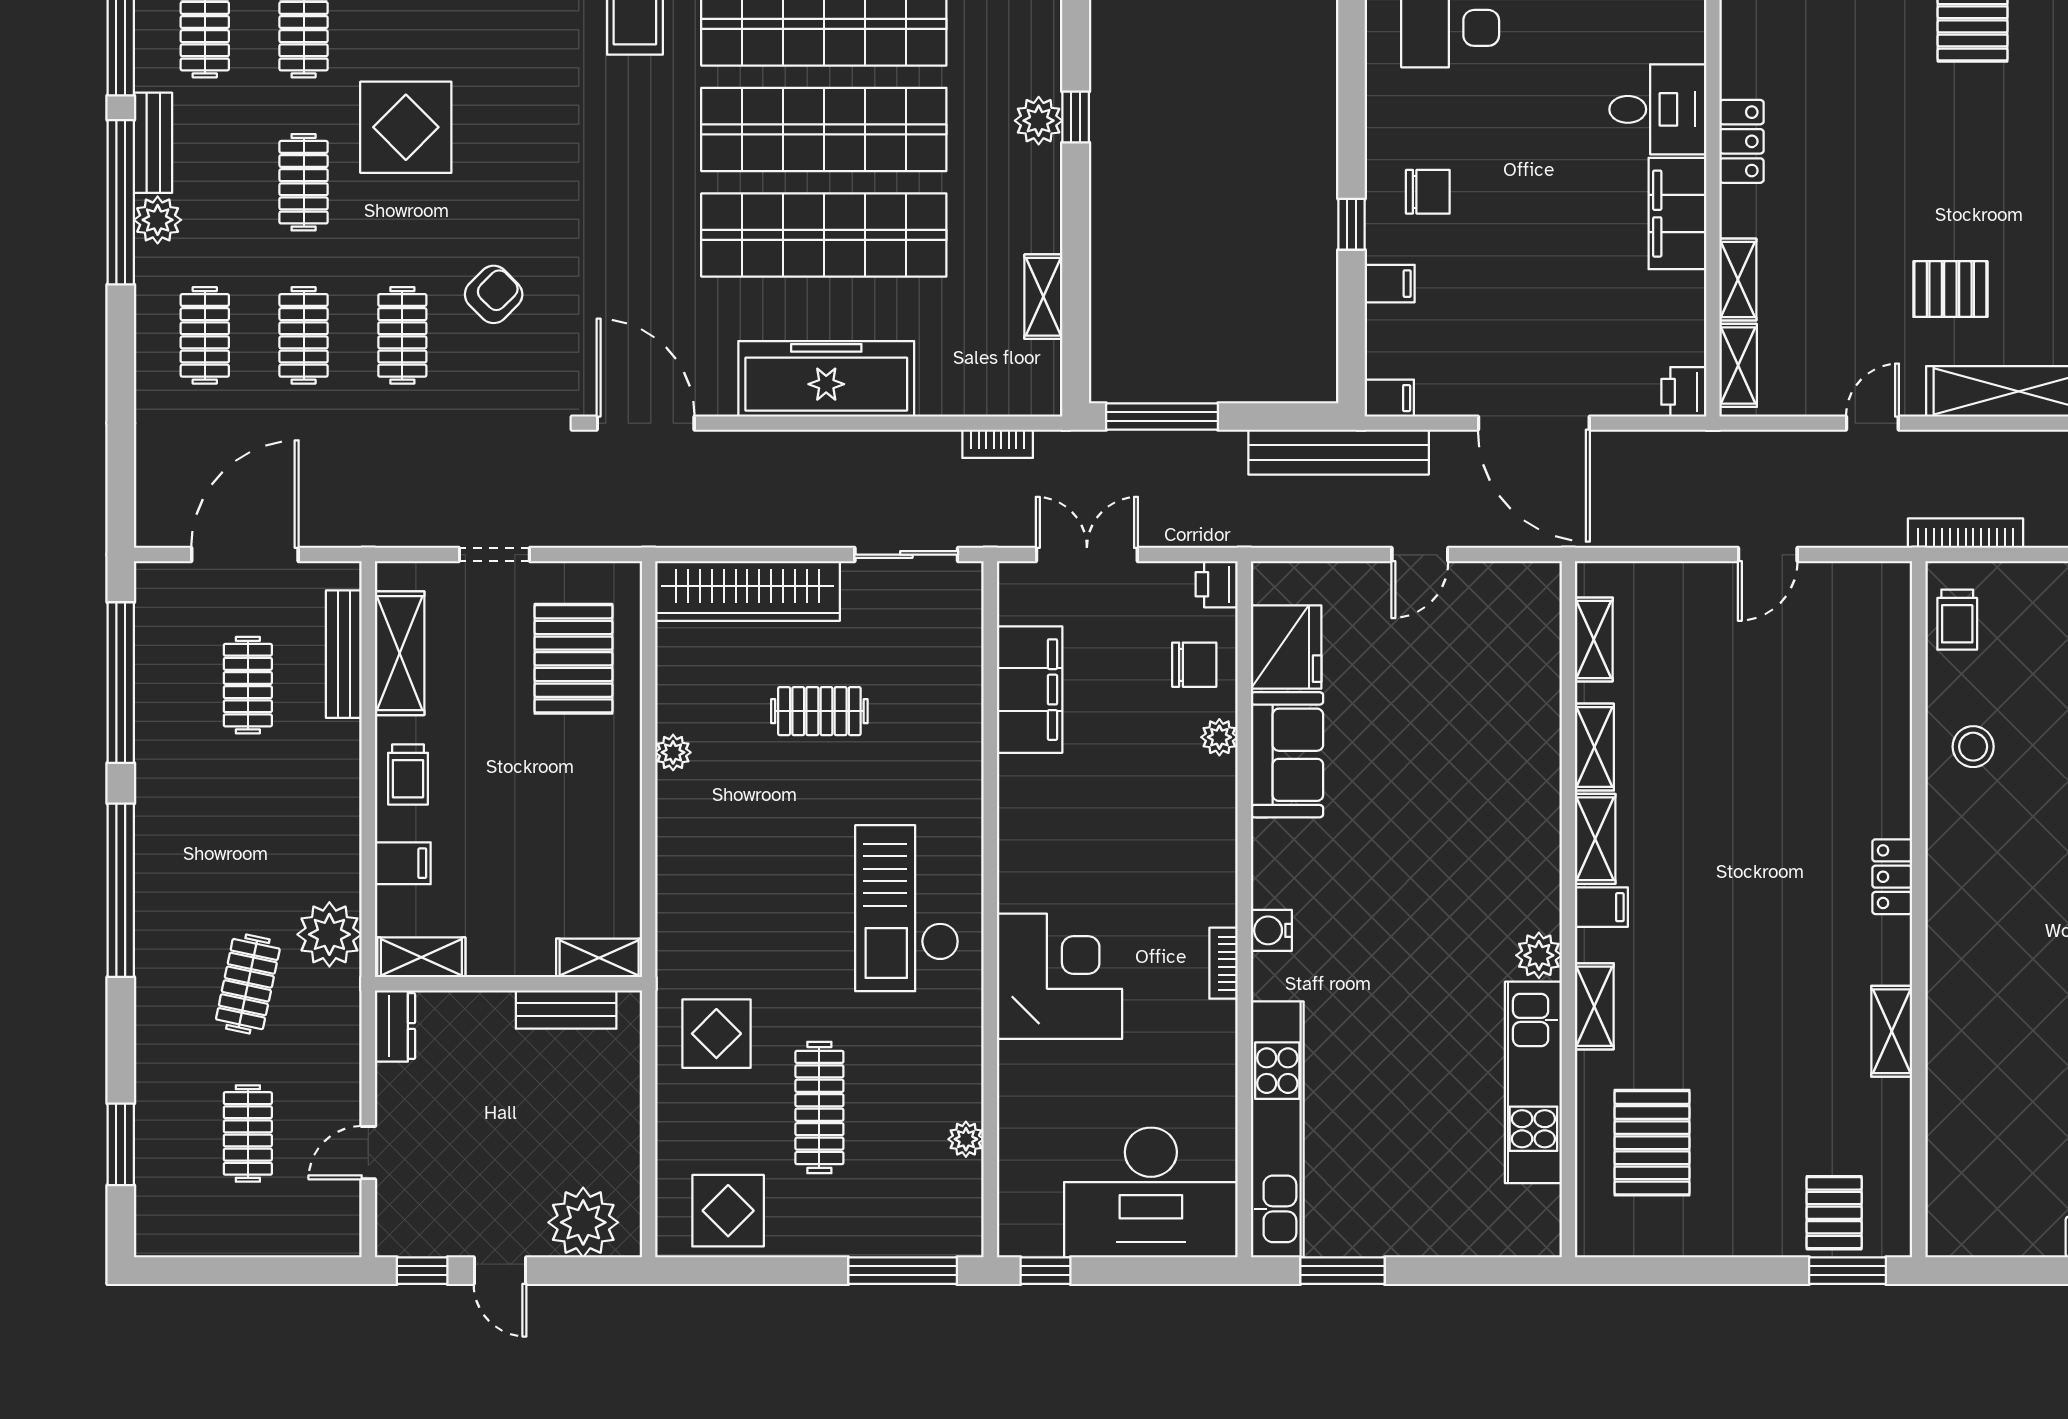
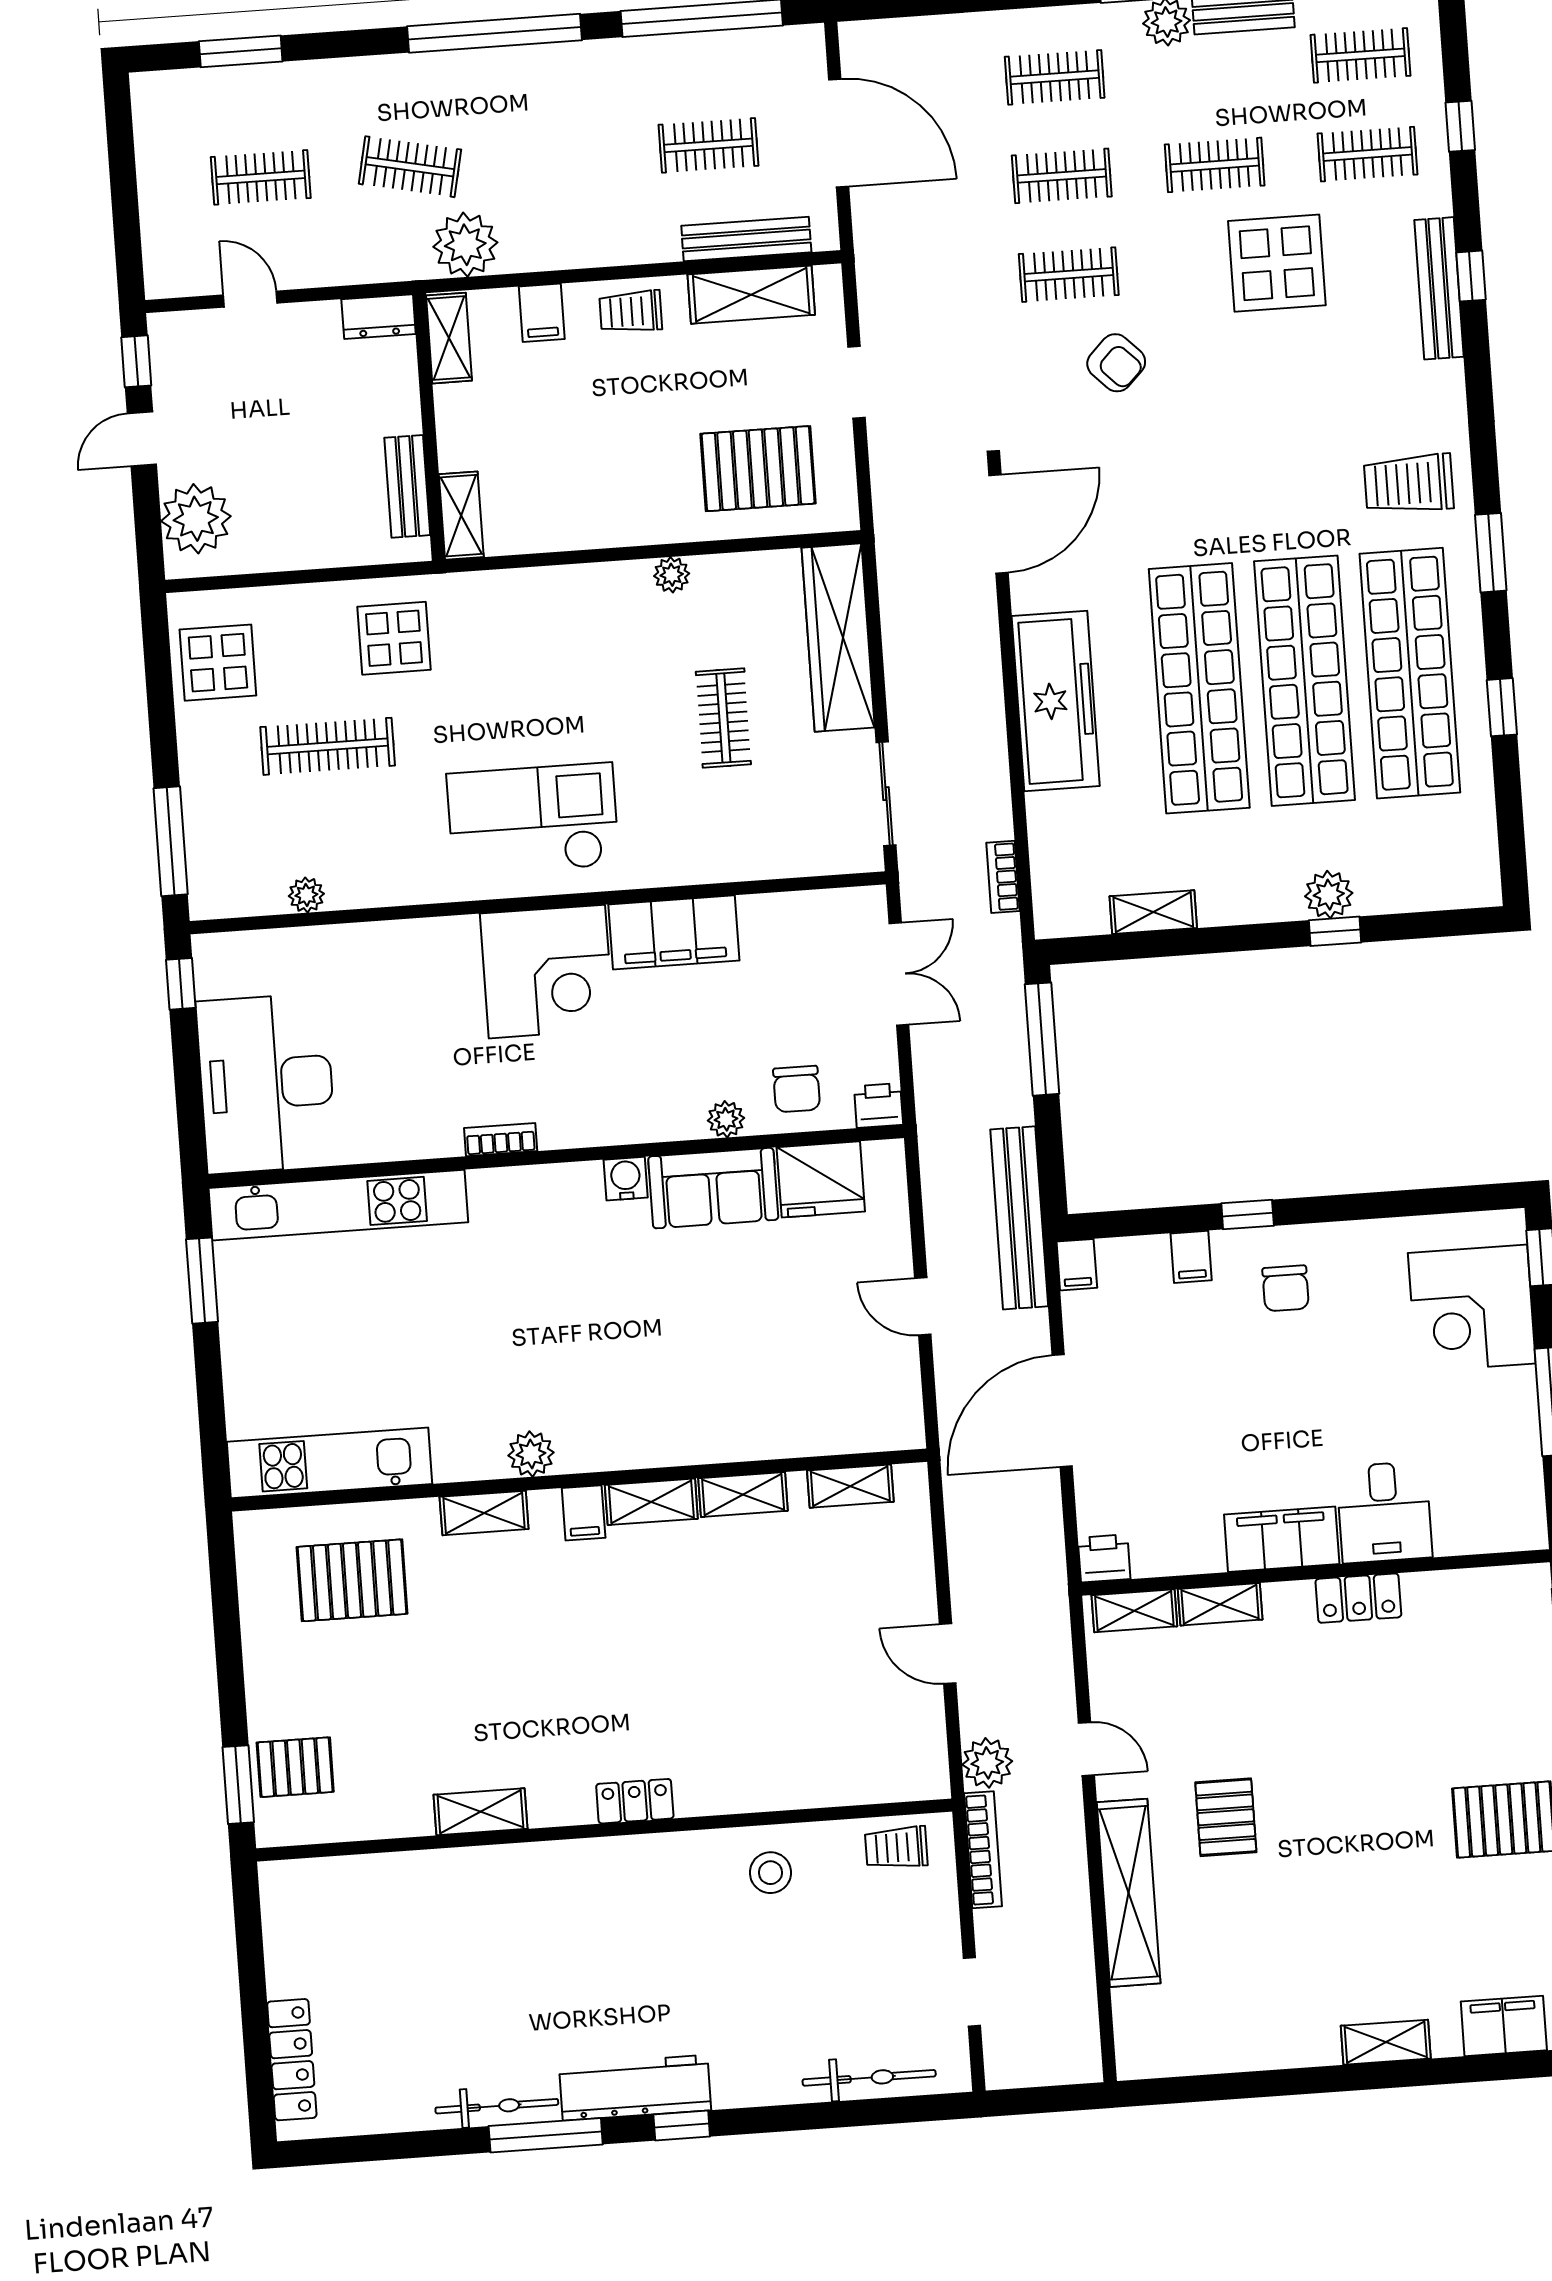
plant: (1879, 523) -> (987, 1763), added
filing cabinet: (1030, 690) -> (674, 932), moved
water cooler: (1271, 930) -> (626, 1179), moved
corner desk: (1059, 976) -> (547, 972), moved
kitchen unit: (1533, 1082) -> (329, 1463), moved

